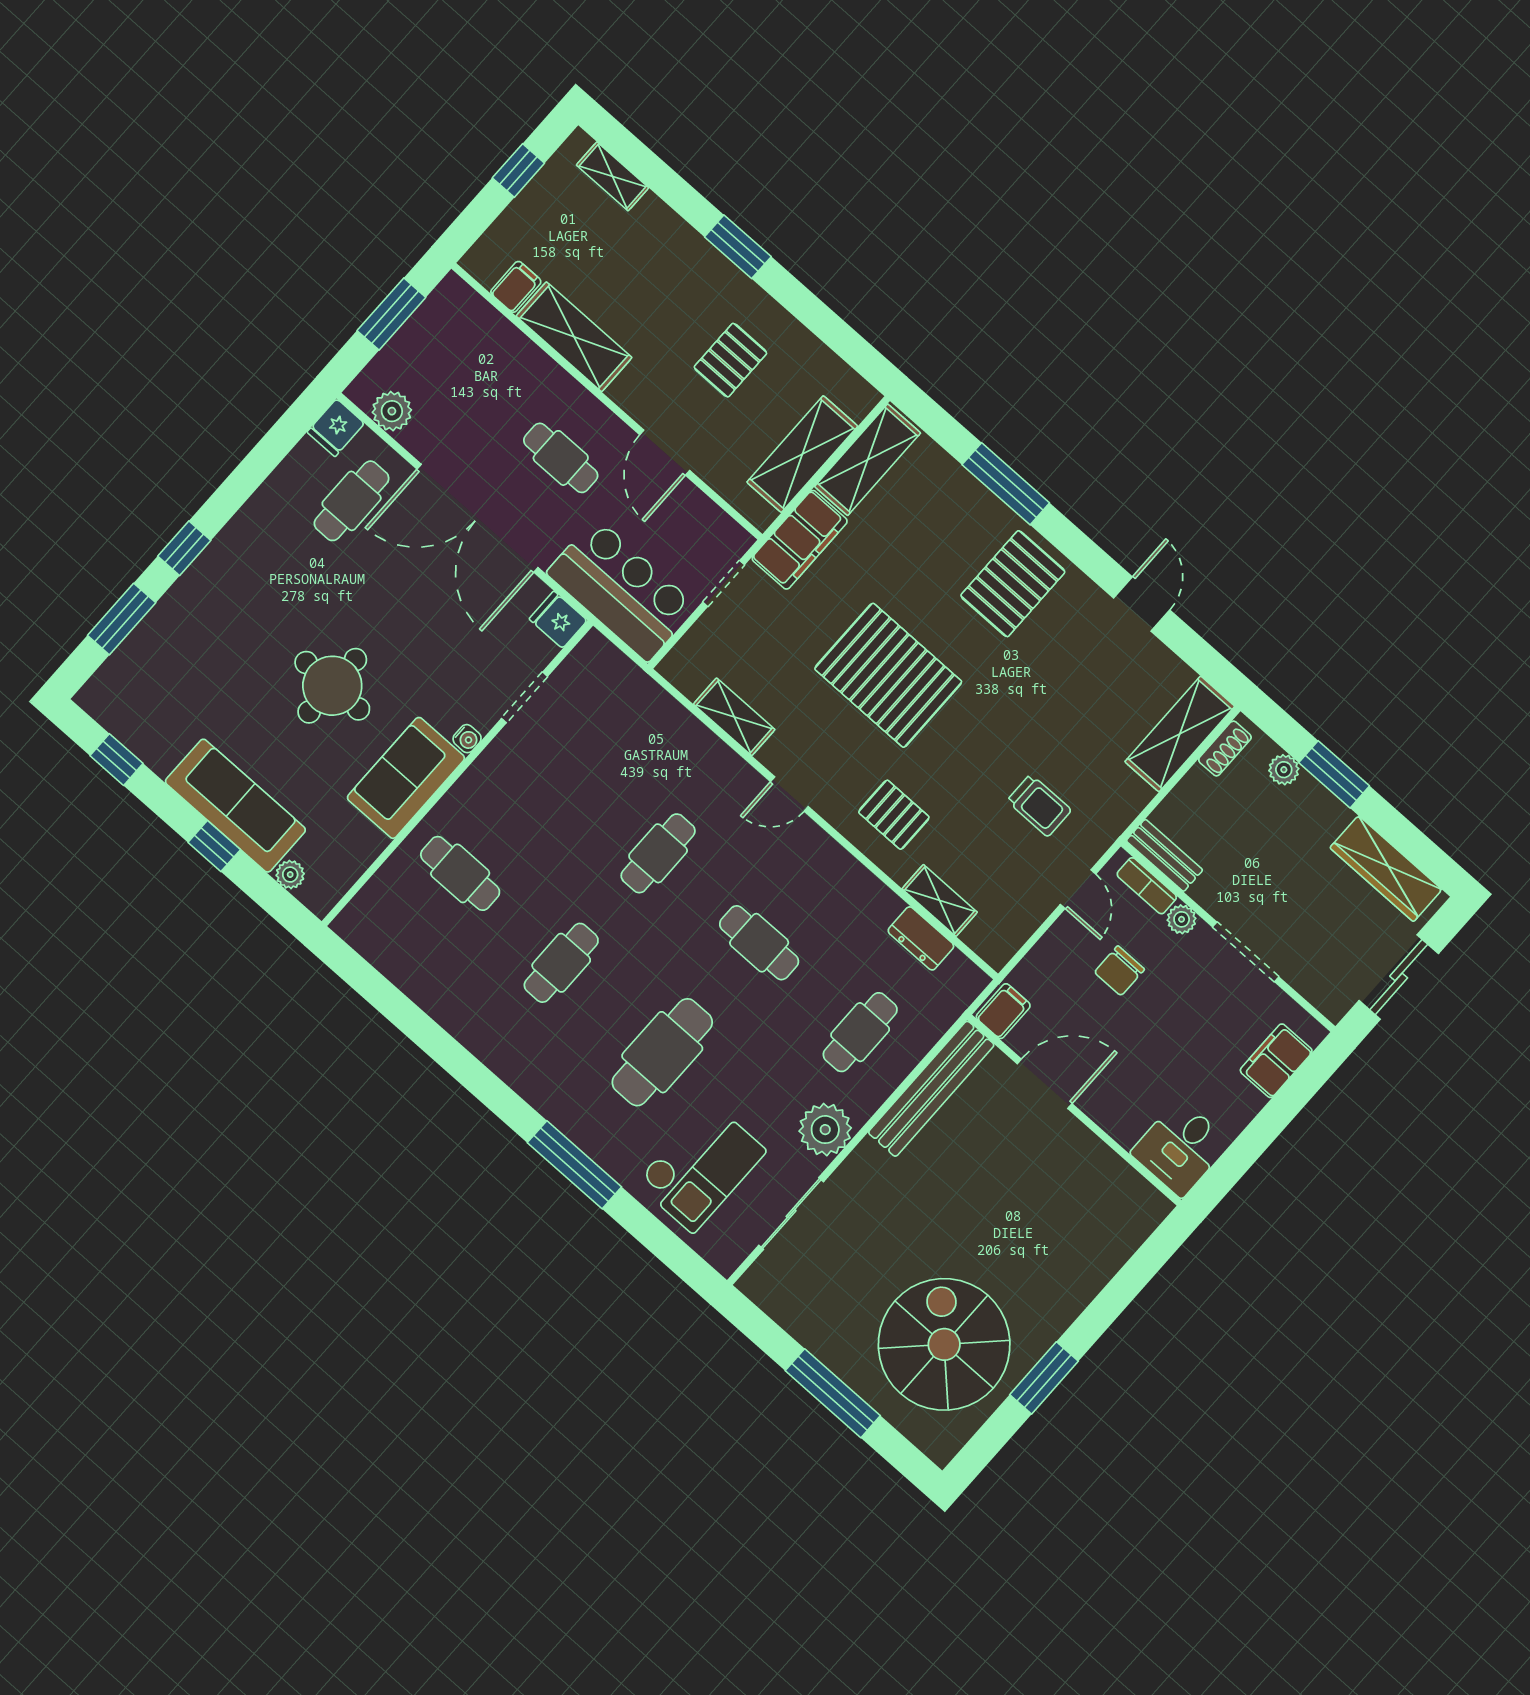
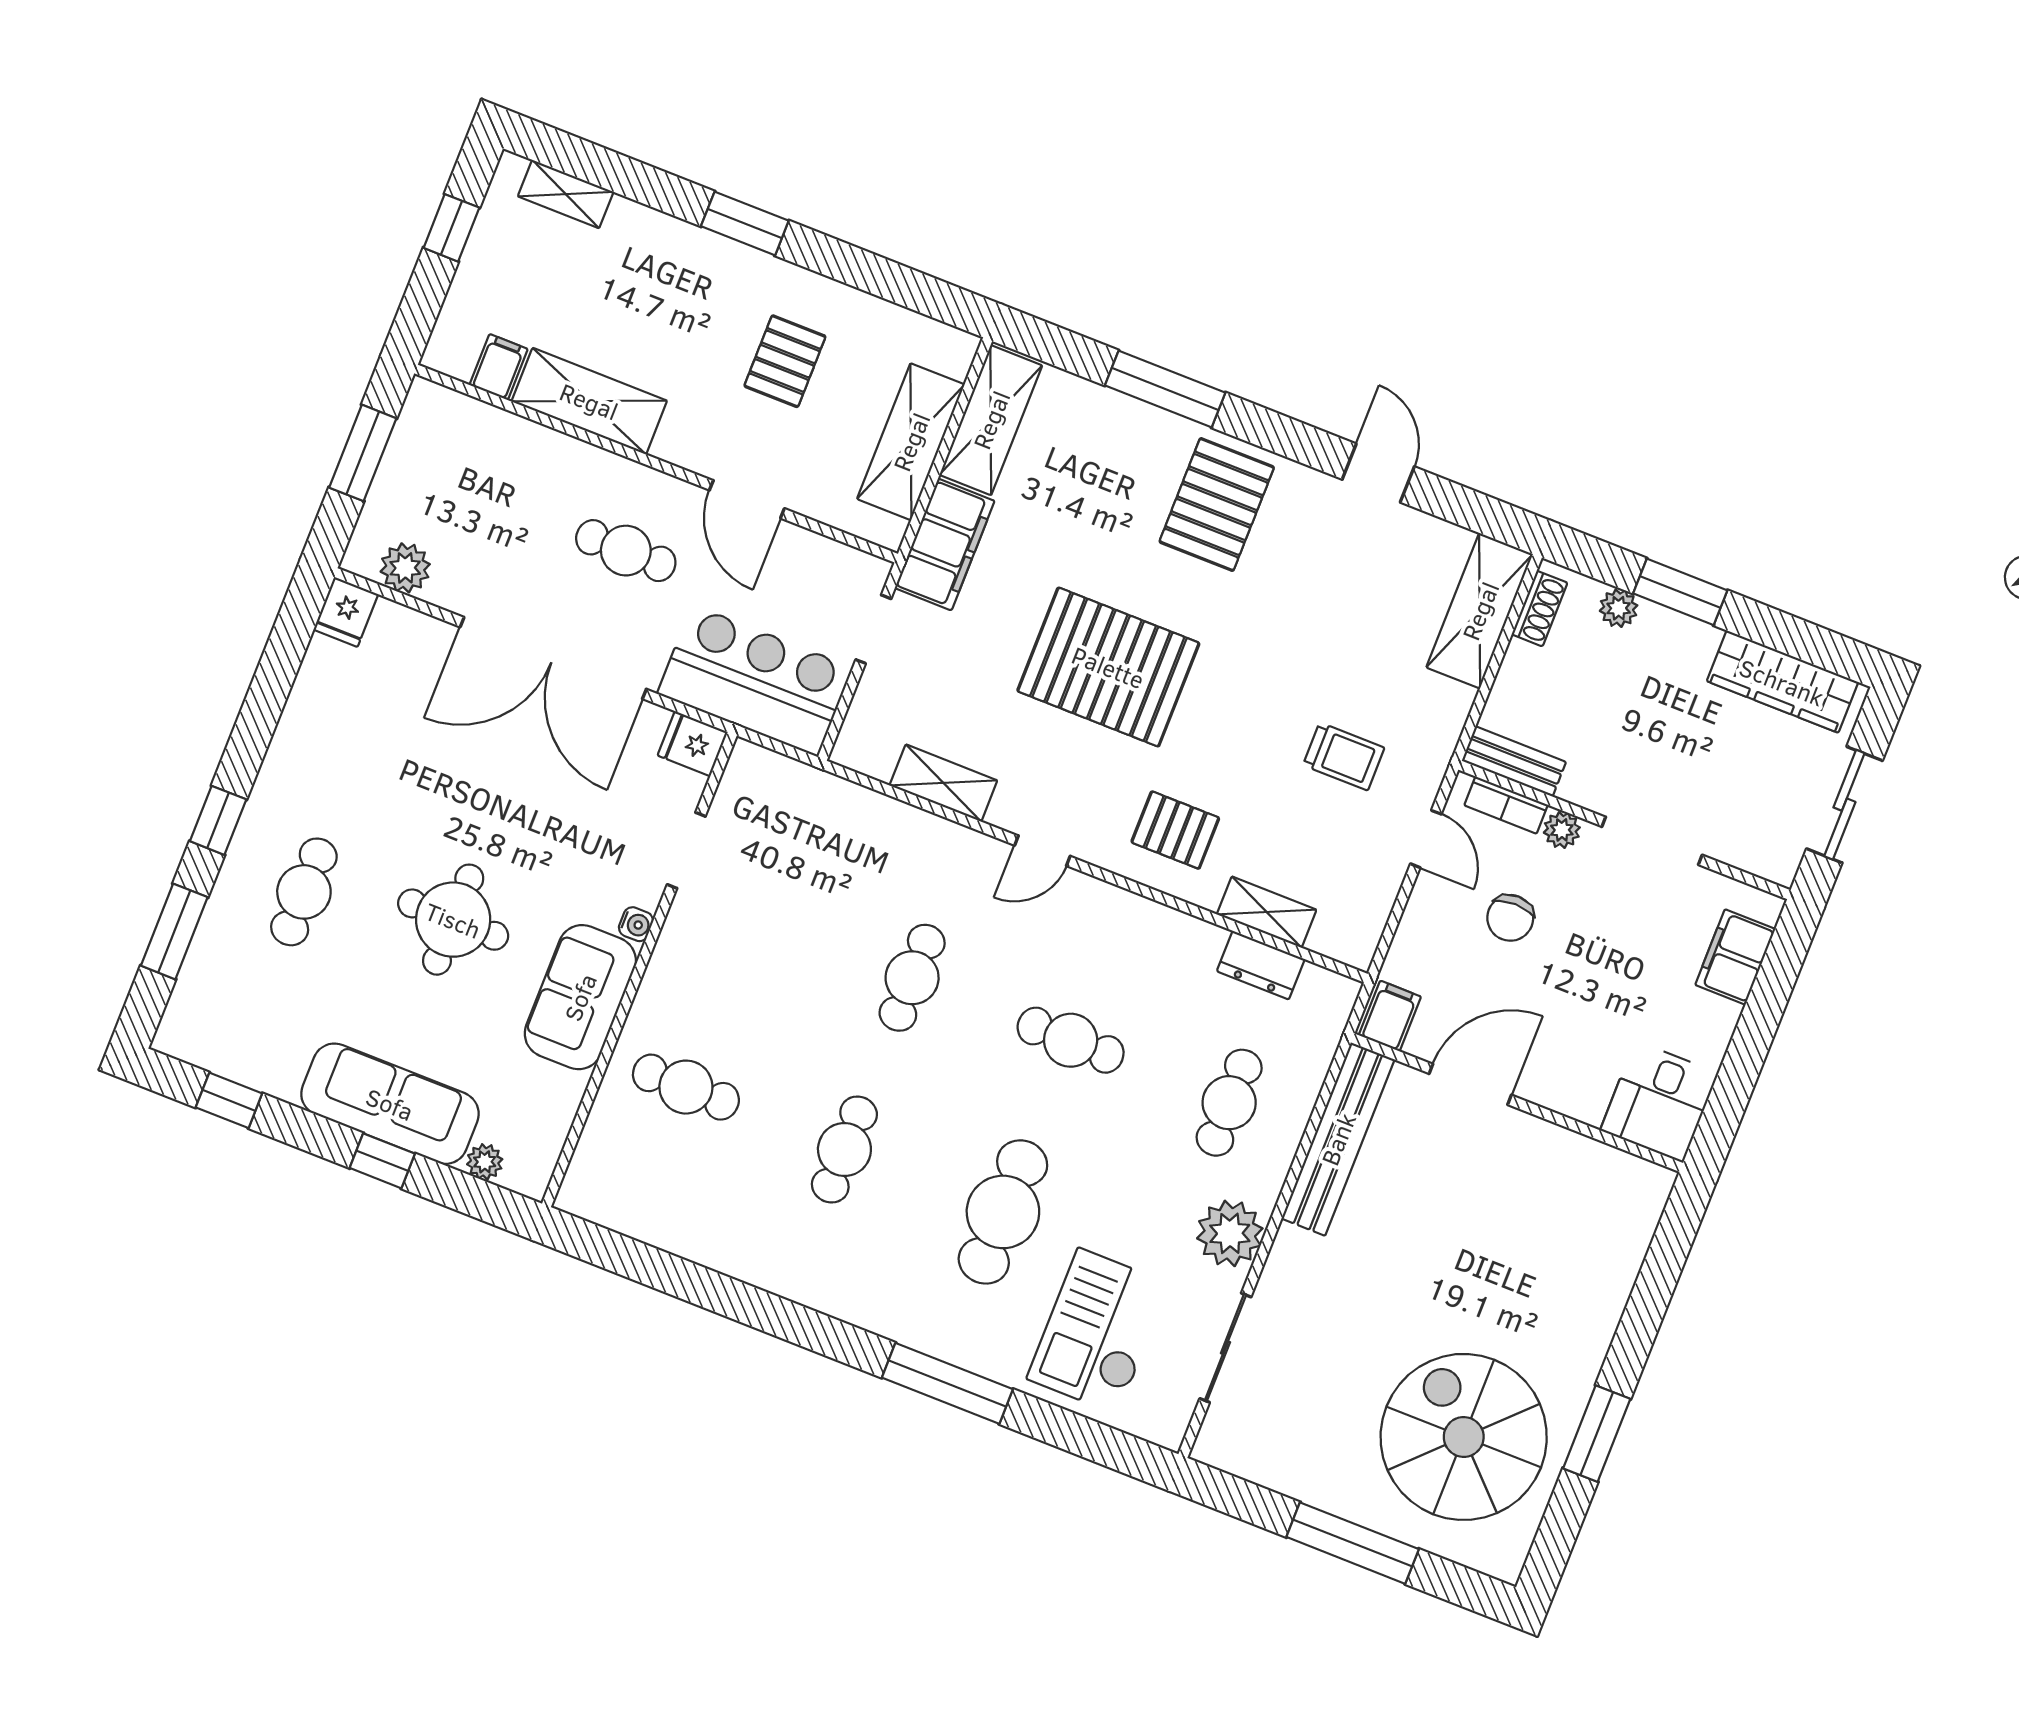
cafe table: (352, 501) -> (304, 892), moved
checkout: (701, 1167) -> (1098, 1331), turned 180

